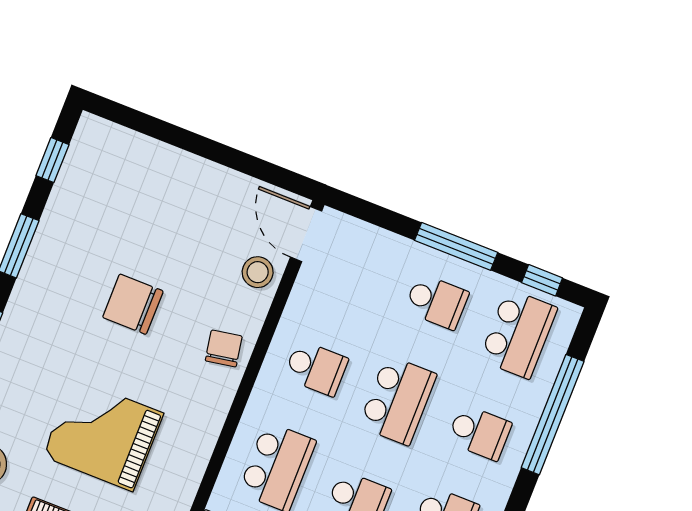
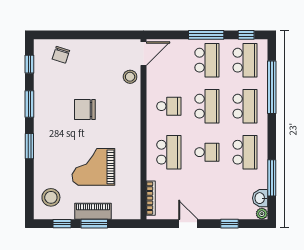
door: (306, 234) -> (144, 54), swing flipped
school desk: (437, 302) -> (207, 60), width x1.85
chair: (224, 348) -> (61, 55), moved, turned -152
school desk: (479, 432) -> (245, 106), width x1.85

